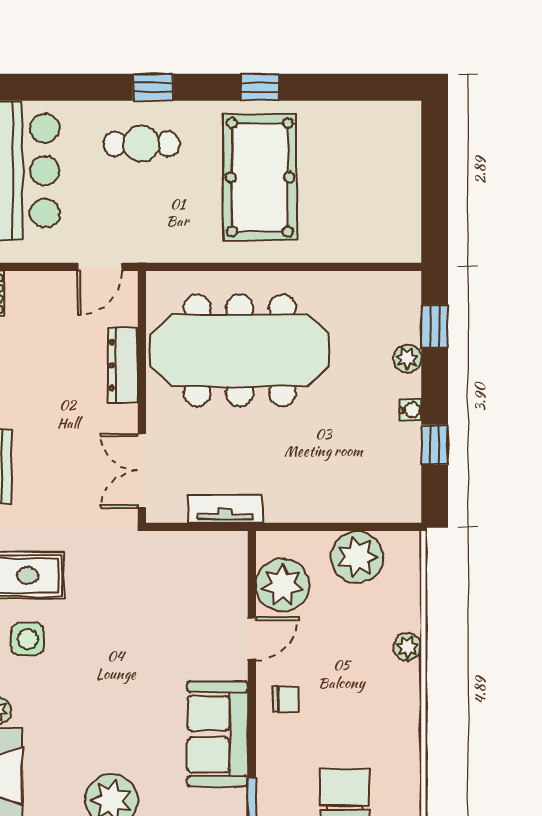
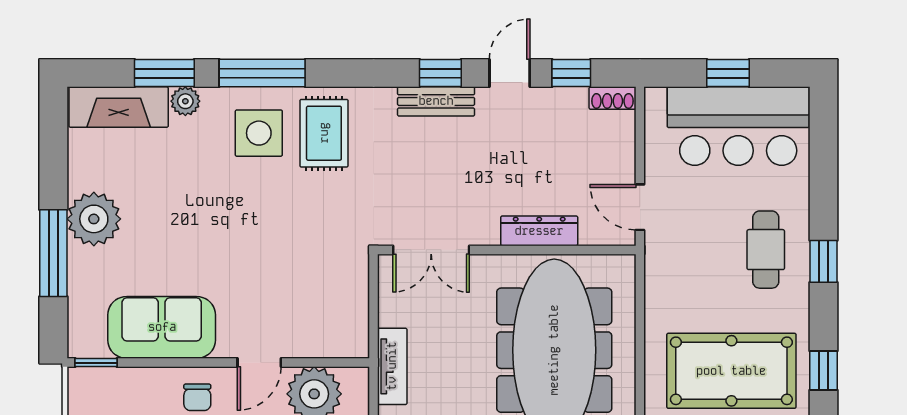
double door: (142, 471) -> (431, 250), swing flipped
tv unit: (225, 509) -> (392, 366), moved
side table: (28, 639) -> (259, 133), width x1.37, depth x1.37
door: (252, 639) -> (259, 363), hinge flipped

